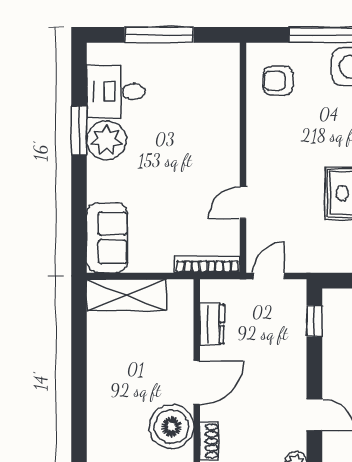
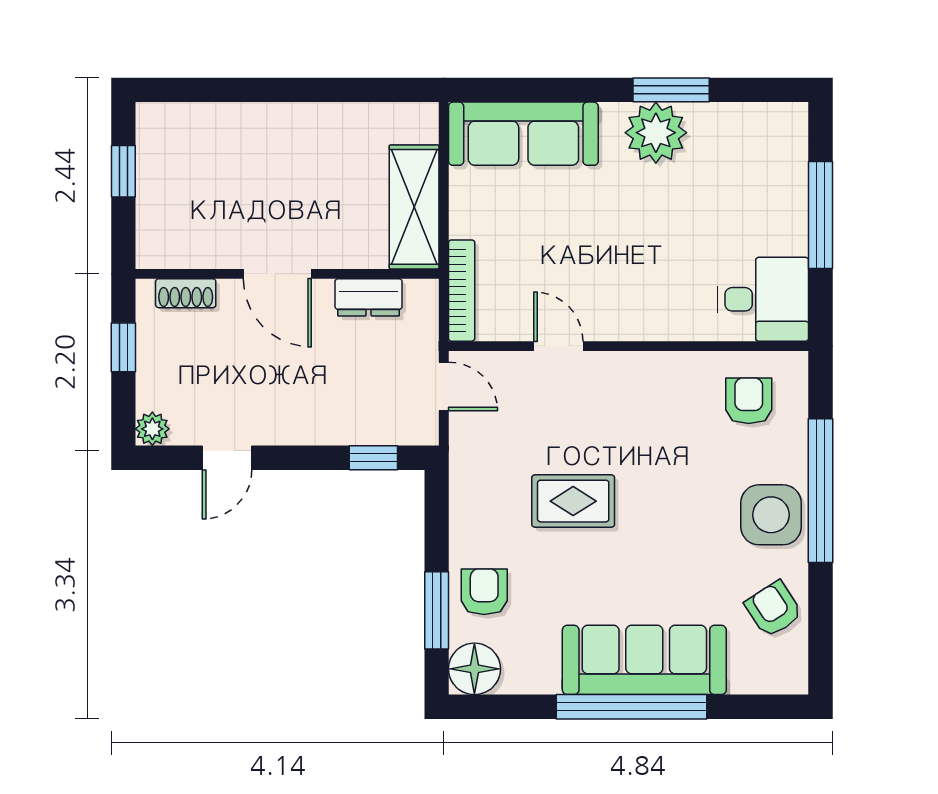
desk: (116, 92) -> (763, 299), moved, turned 90
sofa: (107, 238) -> (523, 134), width x1.36
shelving: (126, 295) -> (414, 207), moved
boiler: (172, 427) -> (208, 234), removed

